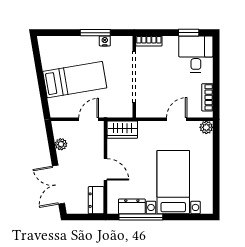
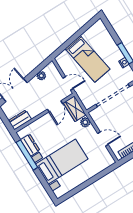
plant: (206, 127) -> (85, 122), moved
door: (105, 169) -> (55, 106), moved

